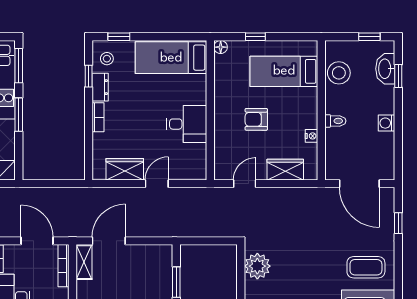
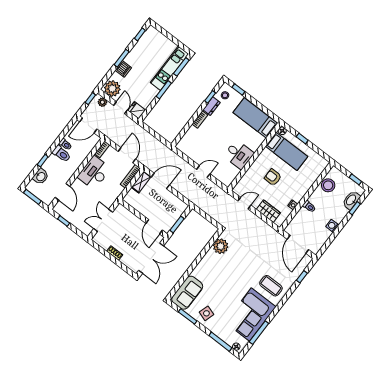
bed: (284, 71) -> (287, 151), moved, turned 180
wardrobe: (125, 169) -> (194, 153), removed

